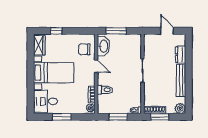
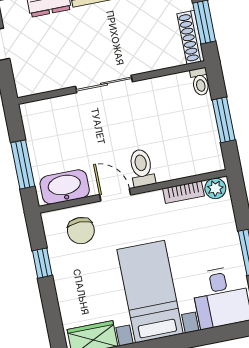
window: (56, 31) -> (42, 263), moved
door: (96, 66) -> (115, 195), hinge flipped
toilet: (105, 90) -> (142, 168), moved

